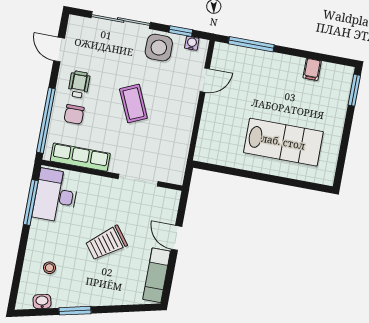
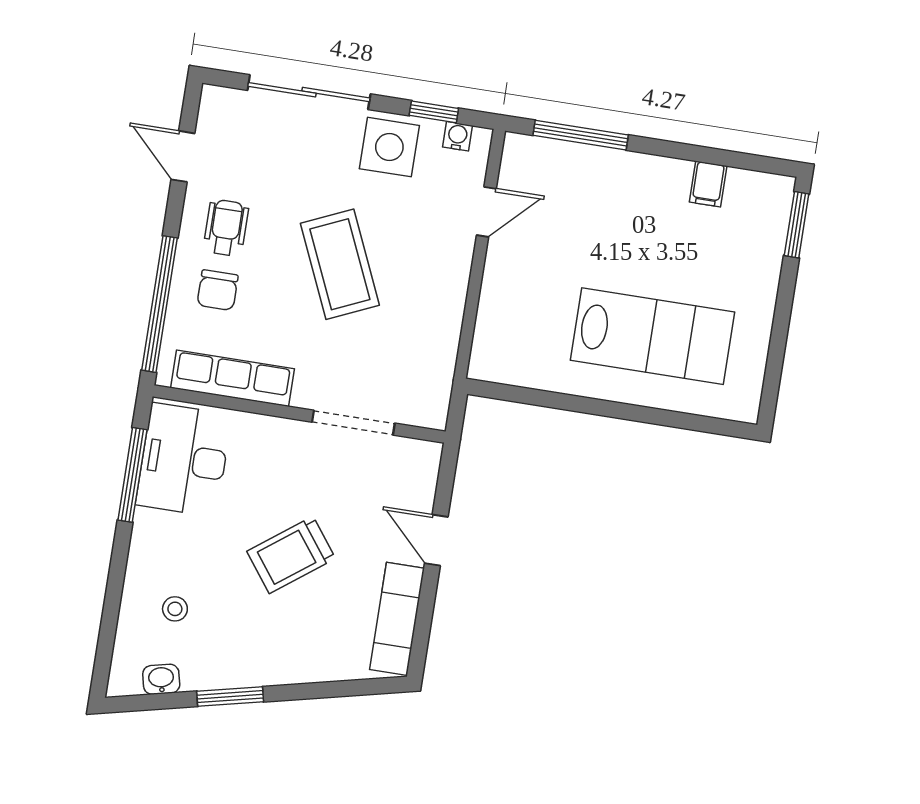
coffee table: (133, 104) -> (340, 264), width x1.36, depth x1.32

